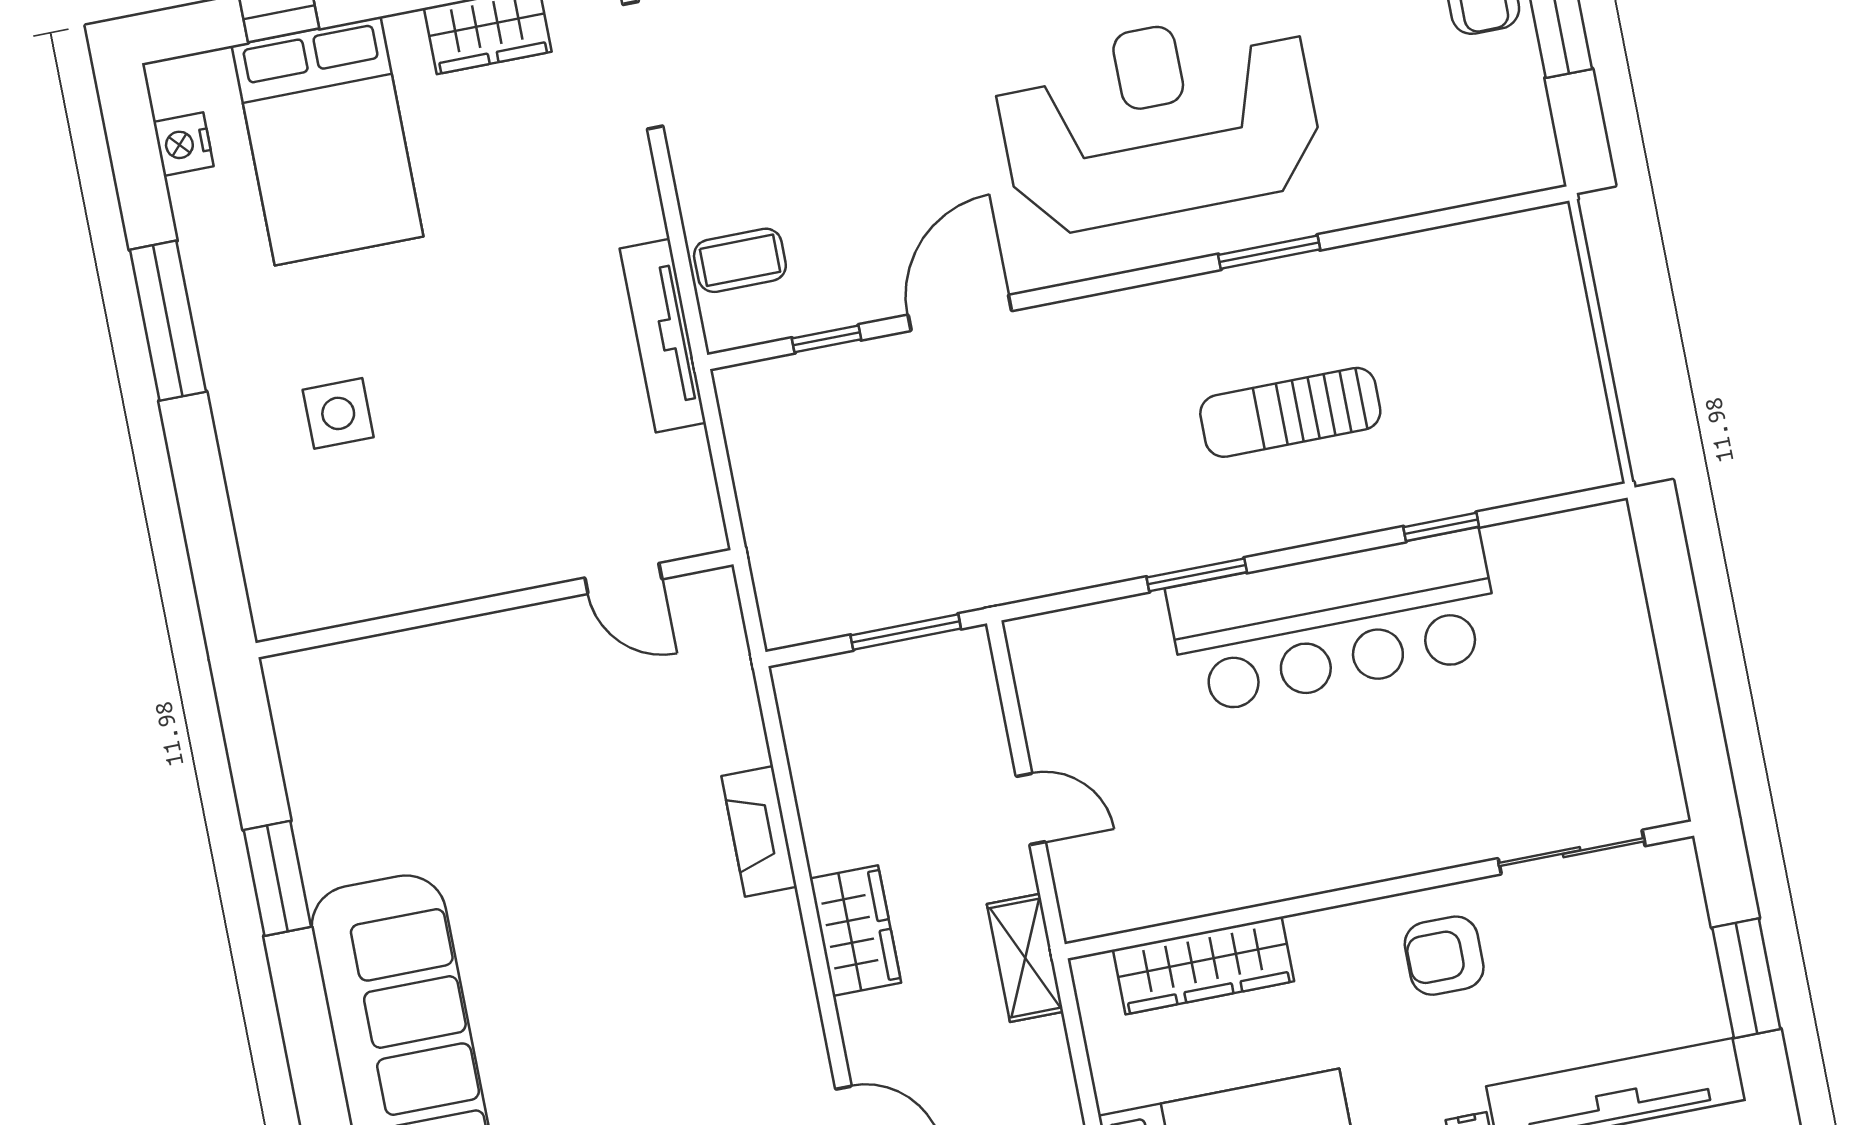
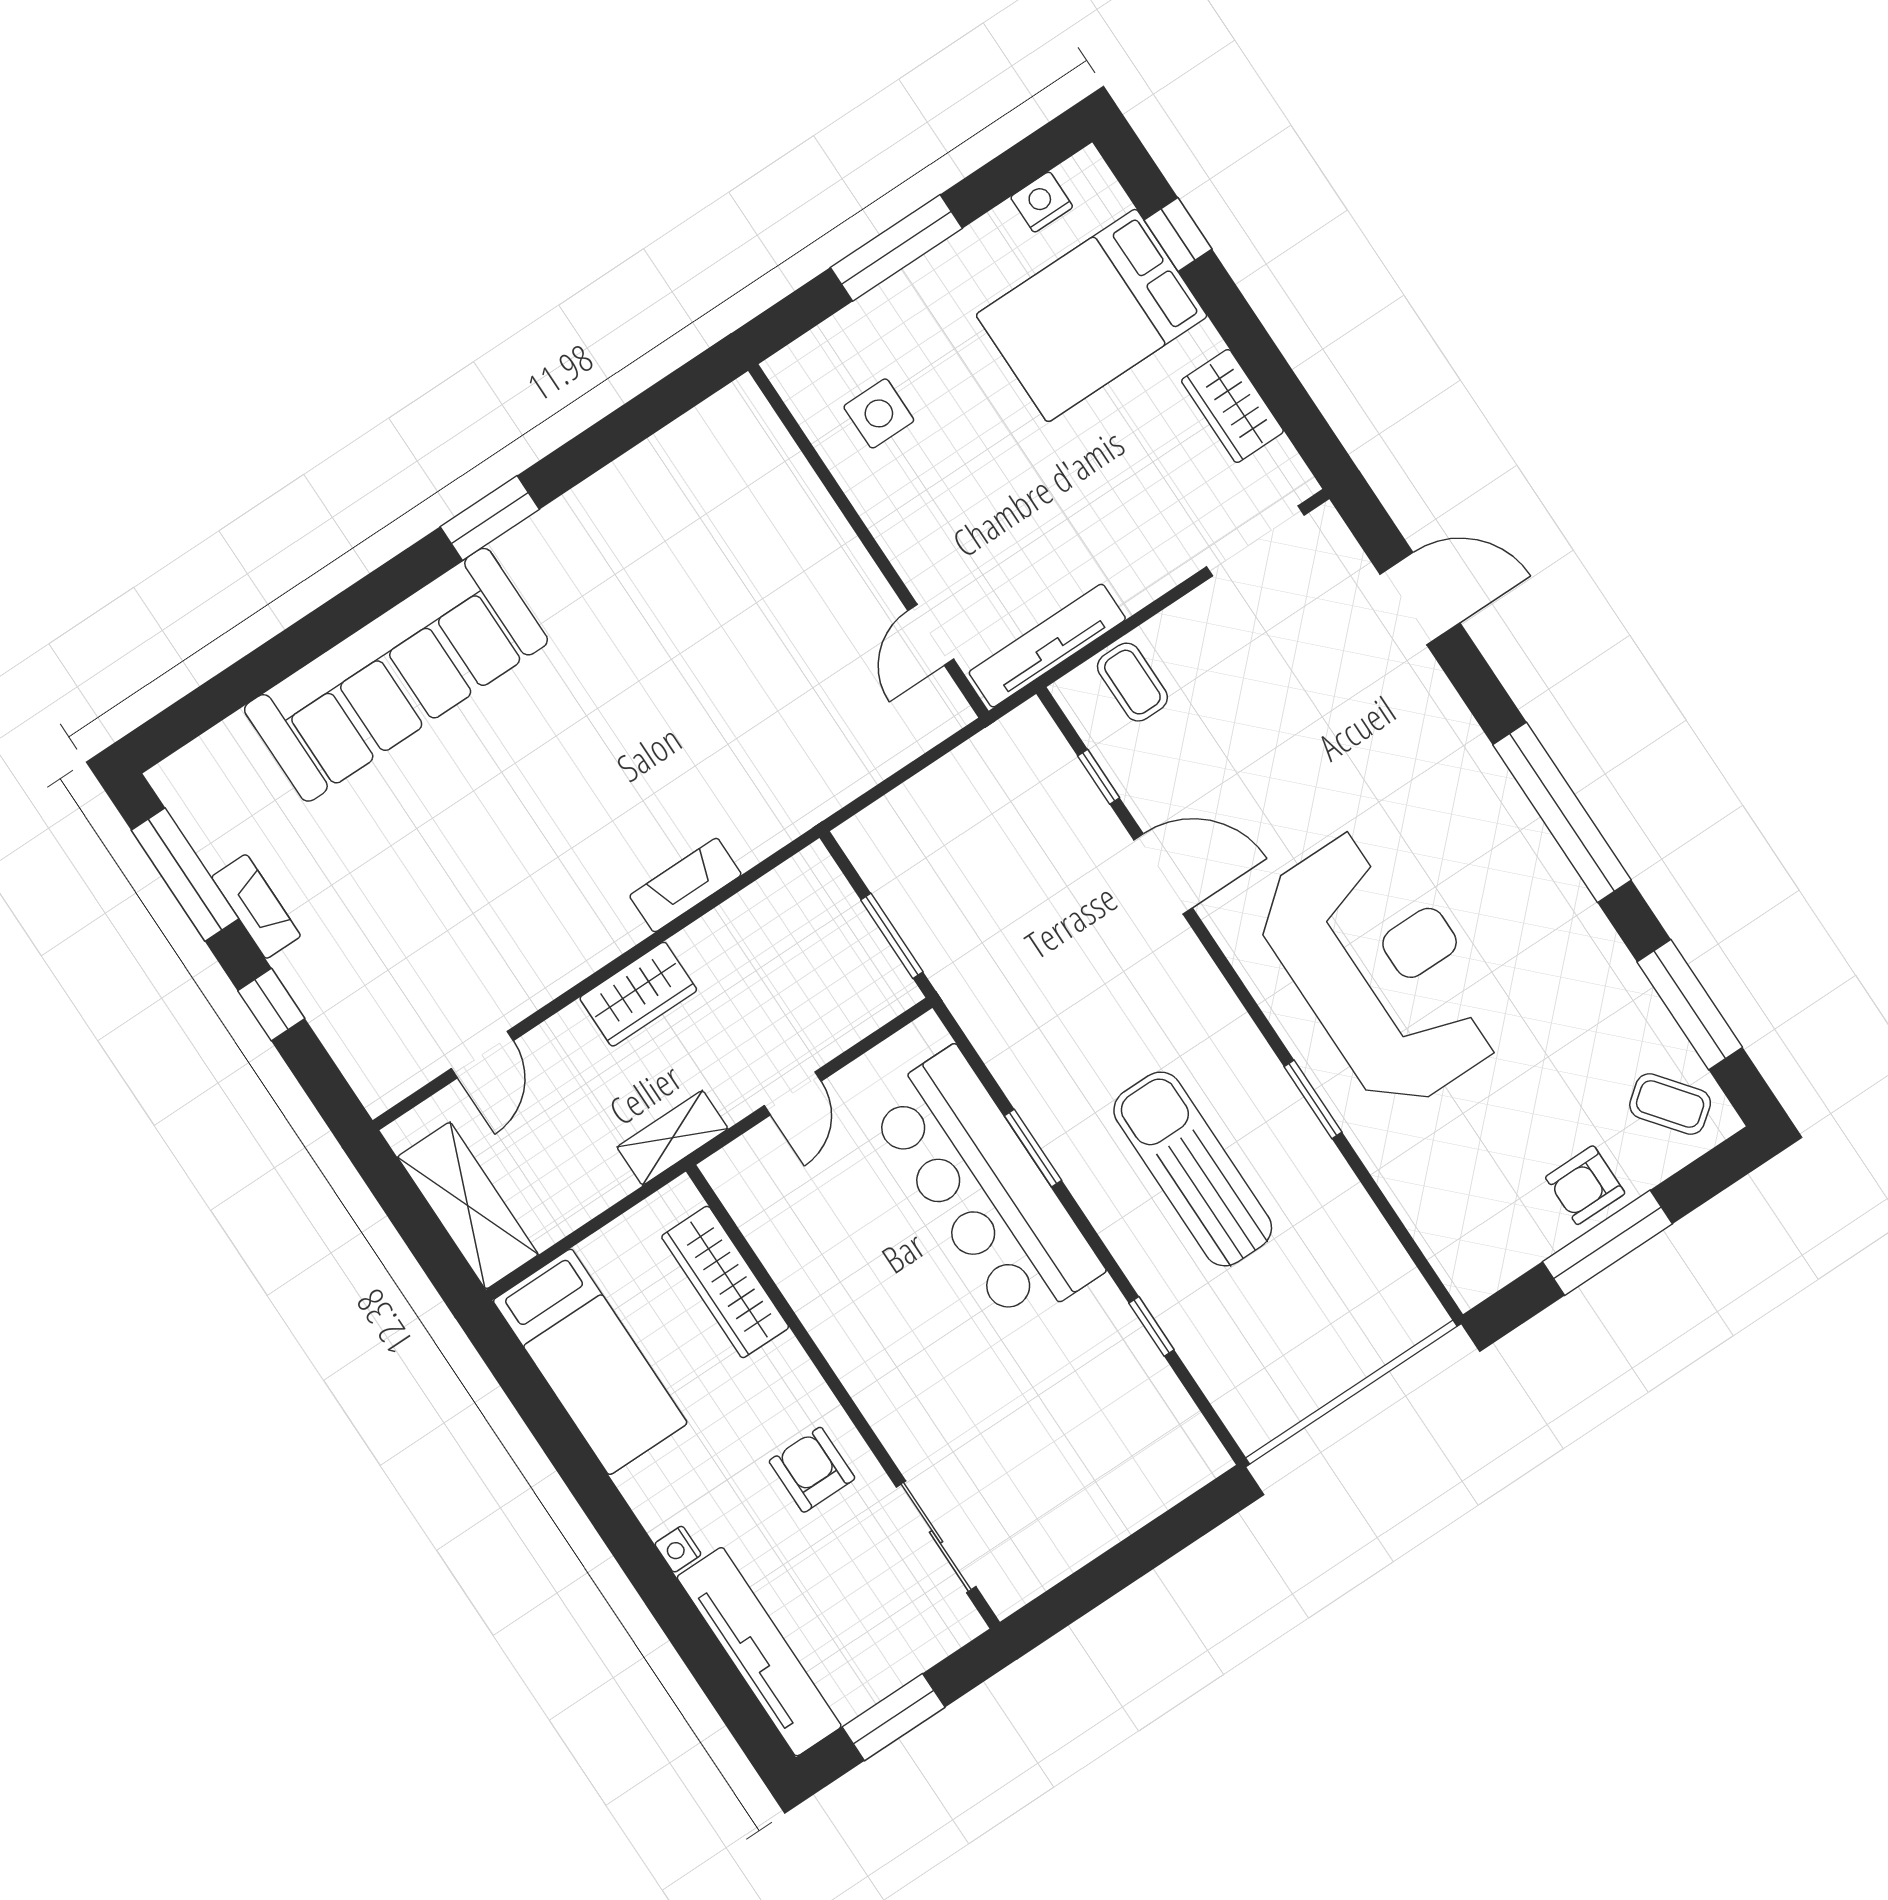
sun lounger: (1290, 412) -> (1193, 1169), width x1.36, depth x1.34
door: (623, 578) -> (931, 635), moved
wall: (494, 604) -> (868, 541), moved
bar counter: (1334, 622) -> (985, 1188), moved

